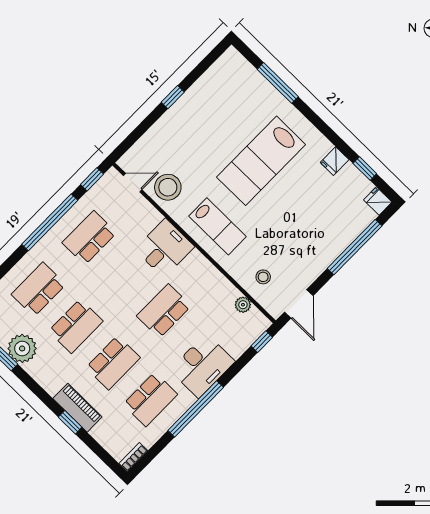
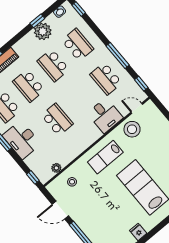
door: (133, 183) -> (137, 108), swing flipped
window: (50, 222) -> (118, 56), width x0.68
school desk: (89, 238) -> (106, 79), turned 180
desk: (165, 248) -> (105, 116), moved
door: (299, 304) -> (60, 210), moved

